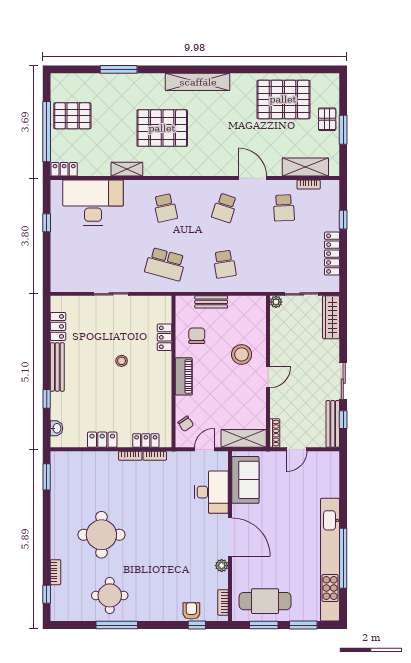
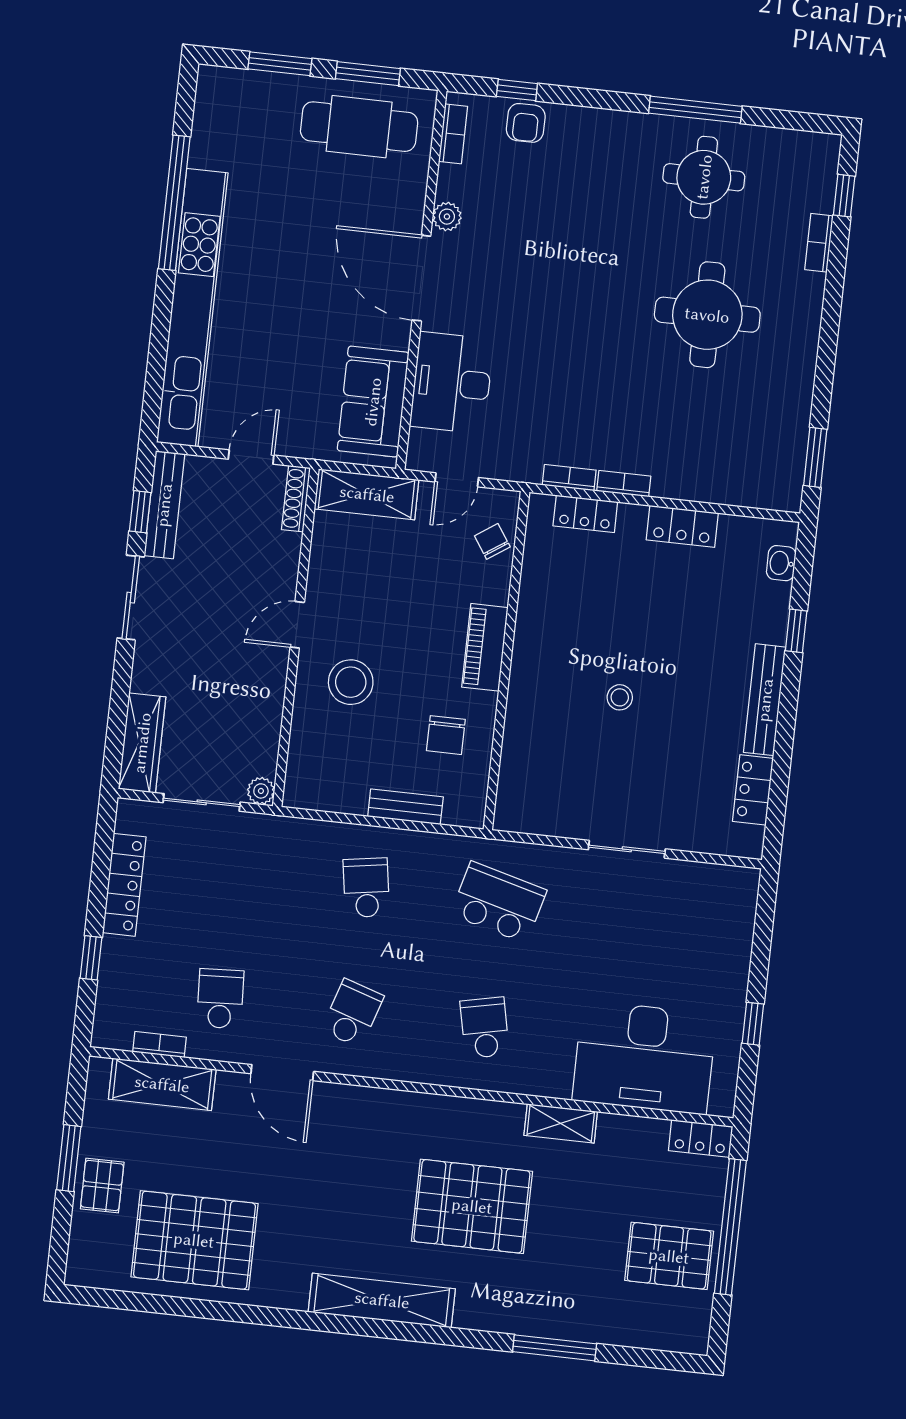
locker: (165, 337) -> (518, 739), removed
kitchen unit: (330, 560) -> (192, 308), moved

